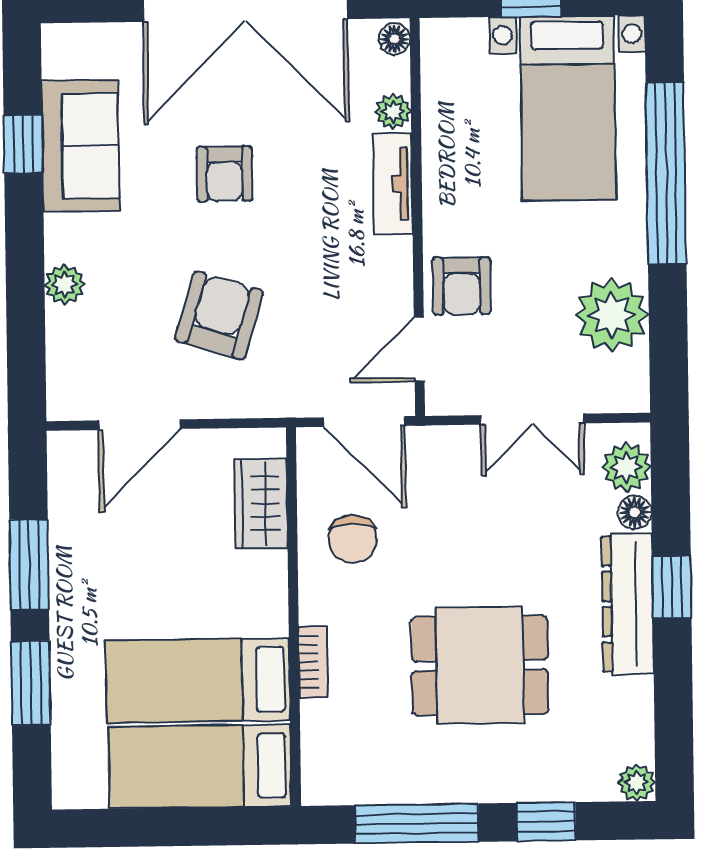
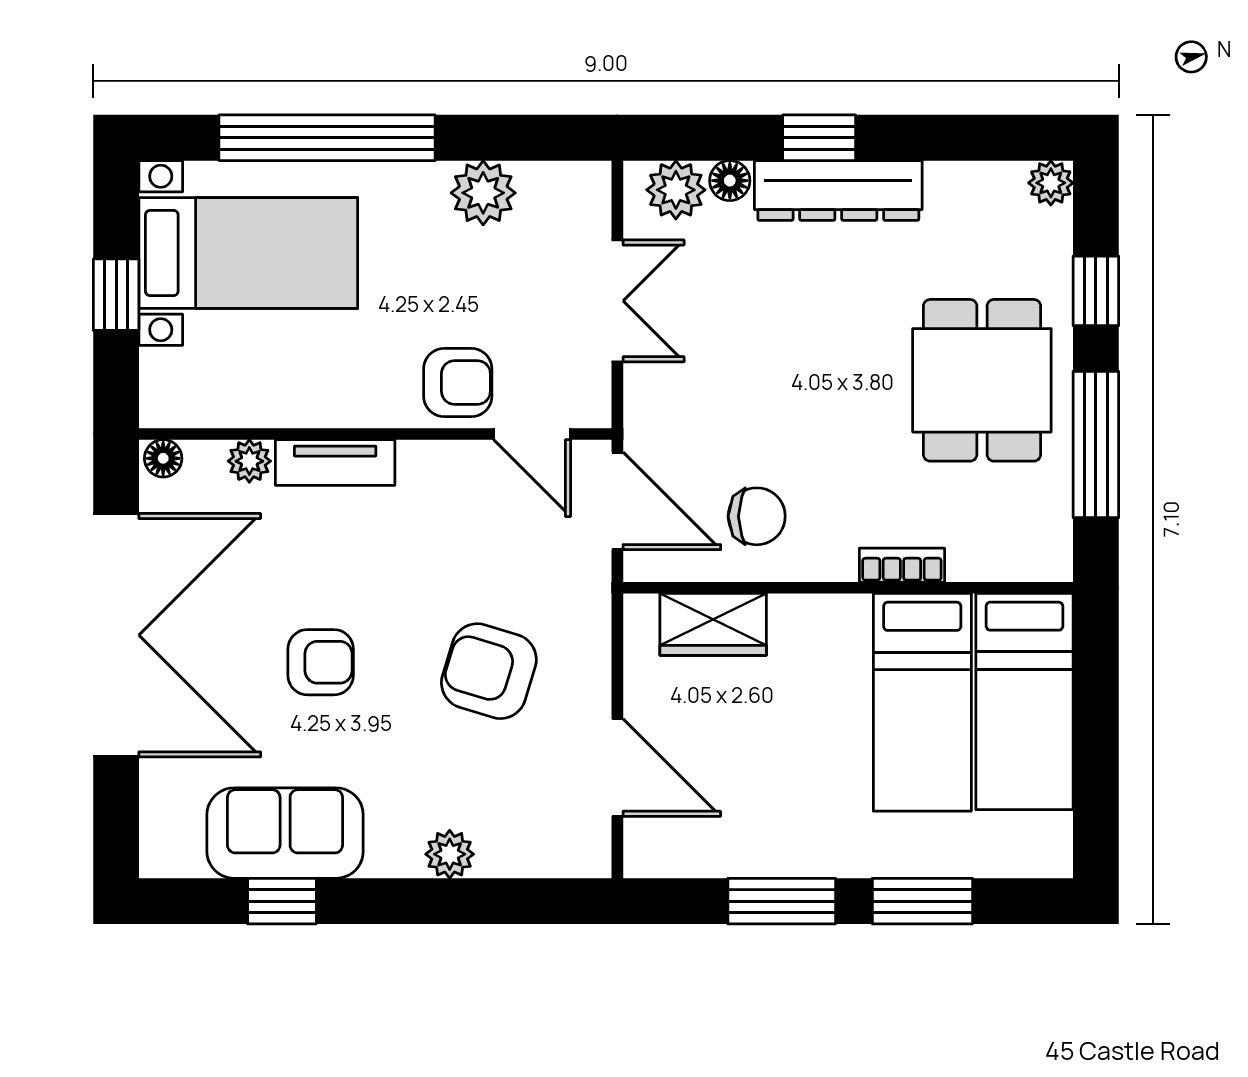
plant: (612, 315) -> (483, 193), width x0.73, depth x0.73
door: (364, 422) -> (617, 501), hinge flipped
dining table: (480, 665) -> (982, 380), moved

